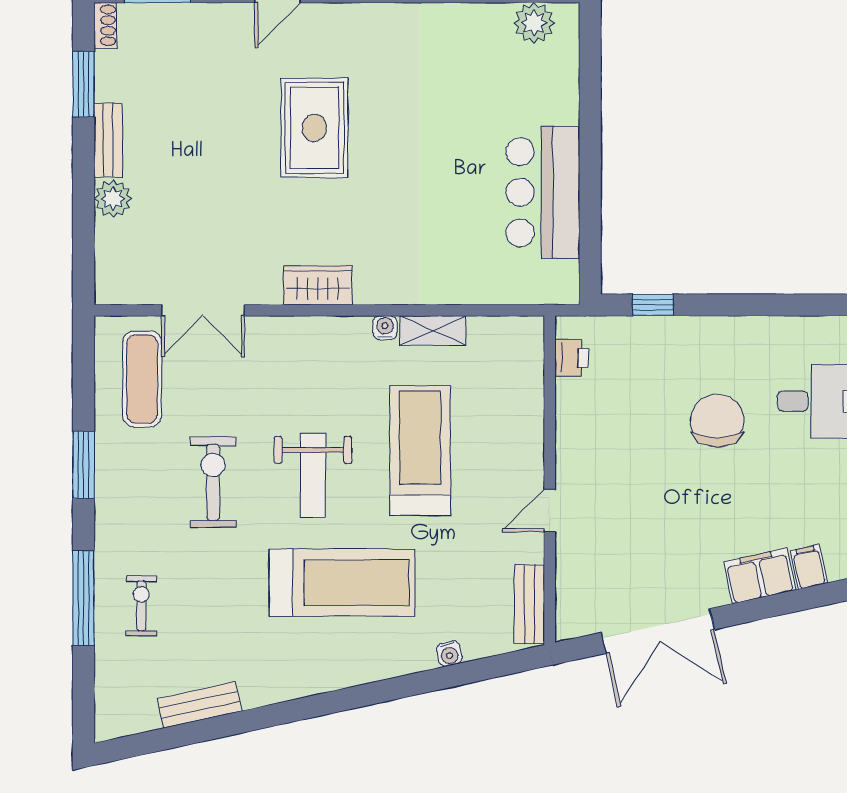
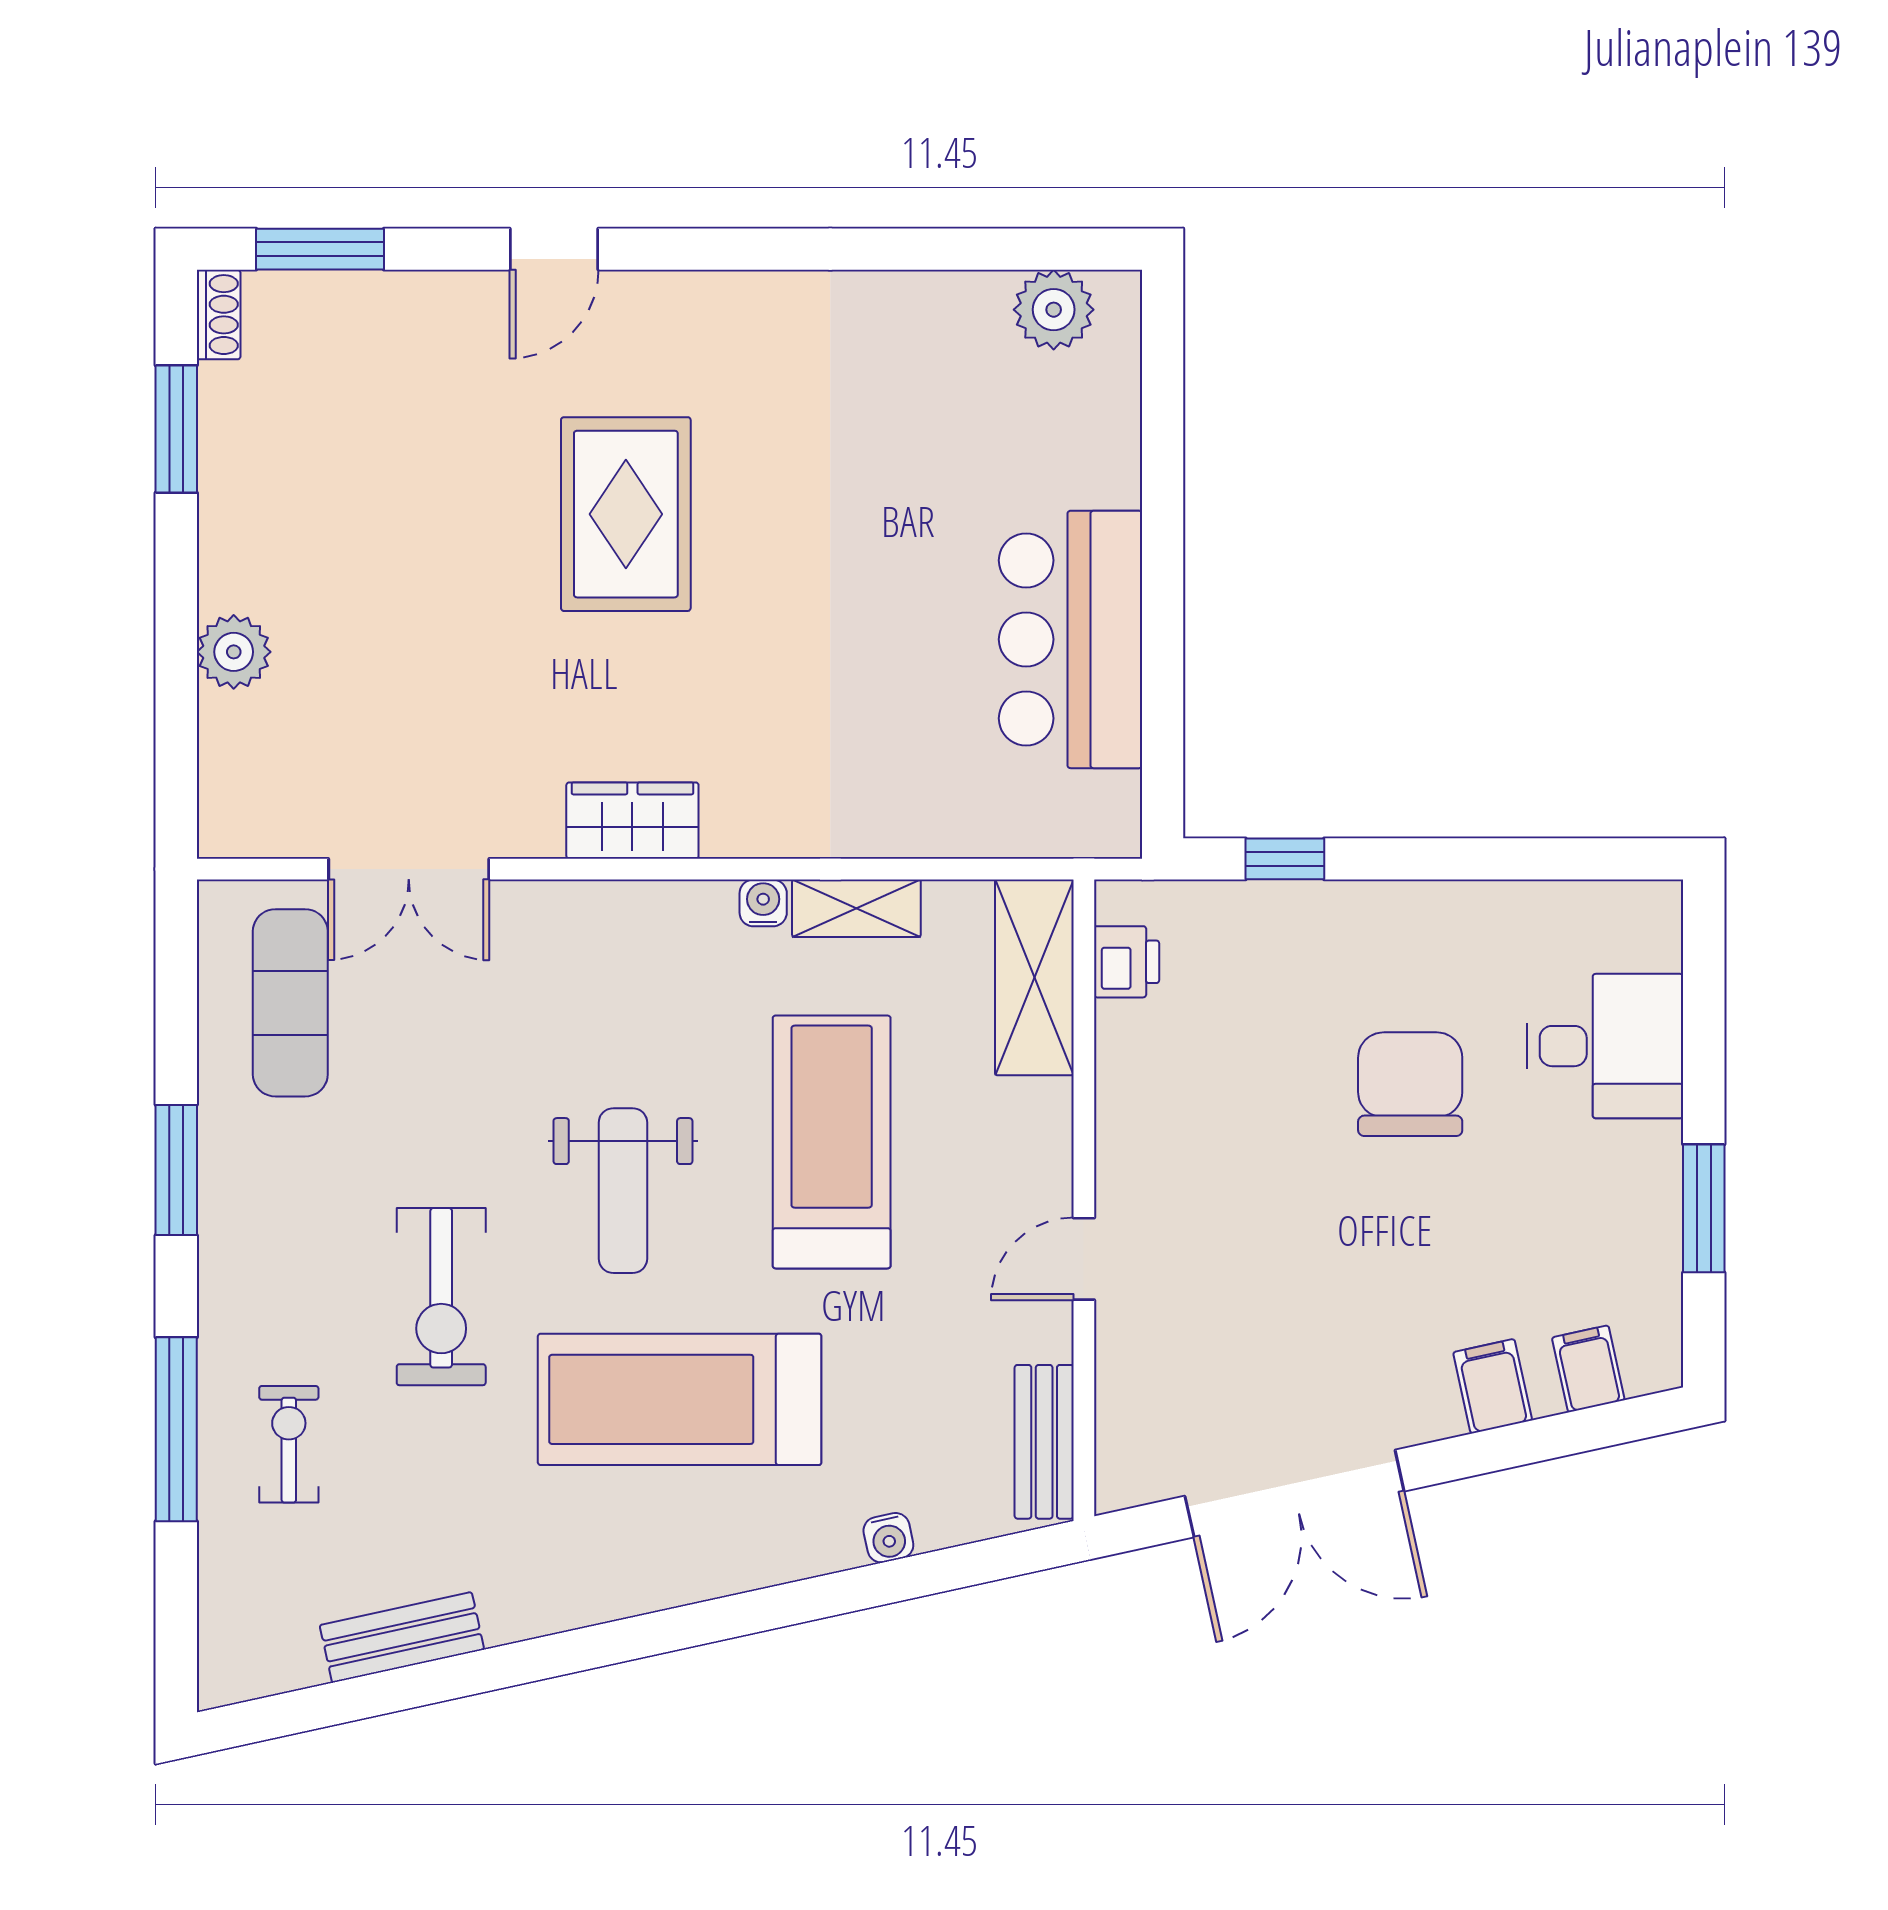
bench: (108, 140) -> (224, 538), removed
shelving: (524, 366) -> (1034, 977), added
exercise bike: (213, 482) -> (441, 1297), moved, turned 180
filing cabinet: (760, 576) -> (1493, 1386), width x0.50
treadmill: (342, 583) -> (680, 1399), turned 180

